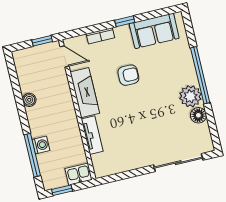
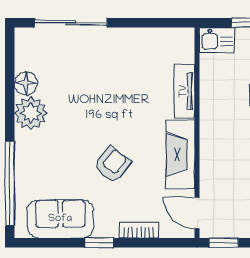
armchair: (128, 75) -> (112, 165), turned 129
window: (200, 75) -> (10, 183), moved

